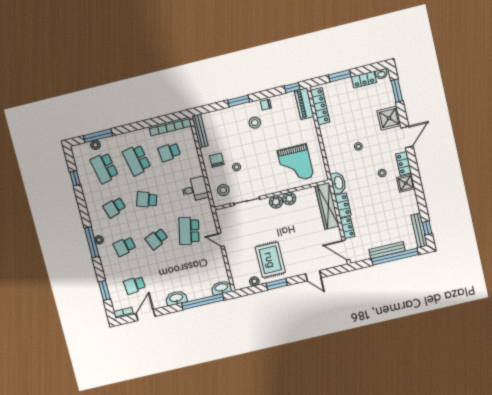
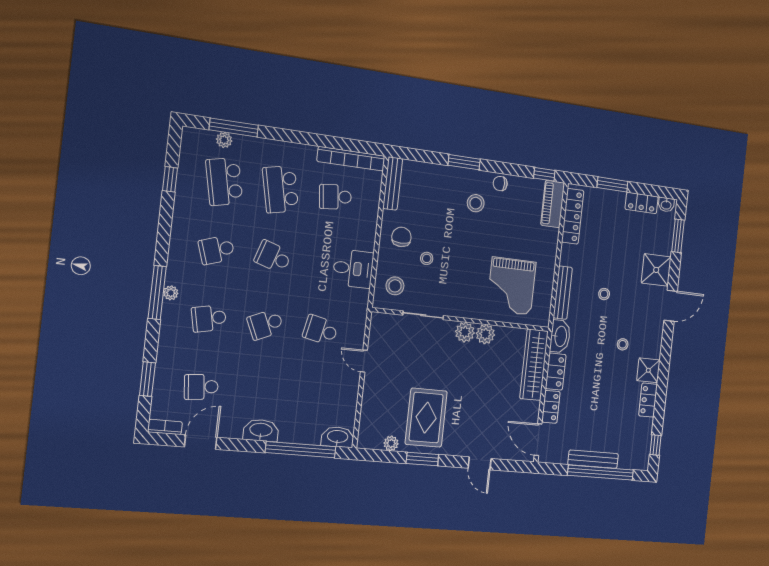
locker: (404, 163) -> (648, 400), moved
bench: (419, 230) -> (563, 293), moved
school desk: (189, 231) -> (320, 330), width x0.54

